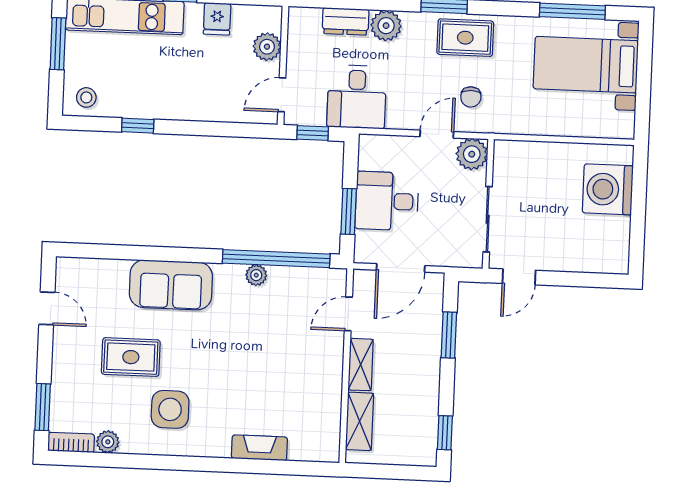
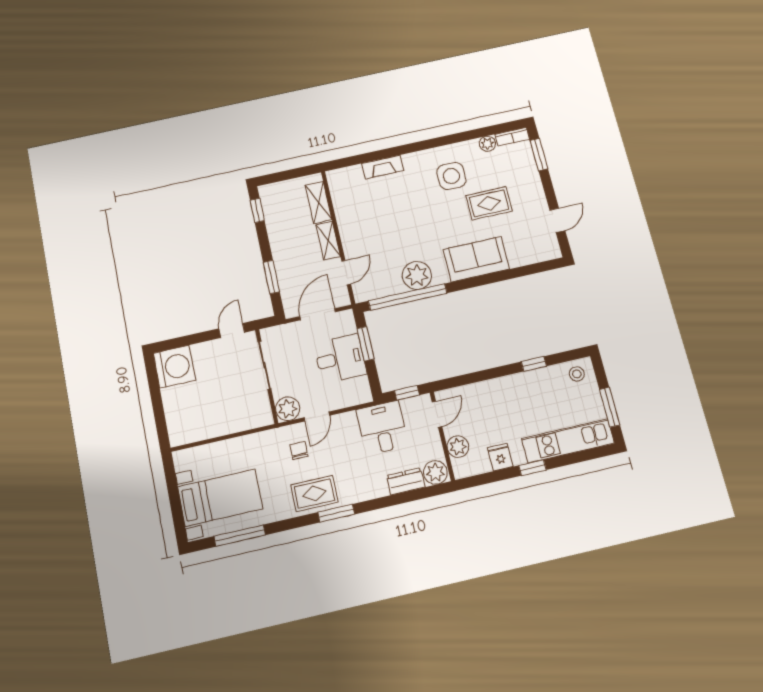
plant: (386, 26) -> (435, 472), moved
washing machine: (608, 189) -> (174, 367), moved
plant: (256, 275) -> (417, 275), width x1.87, depth x1.87
door: (47, 308) -> (557, 220), swing flipped

